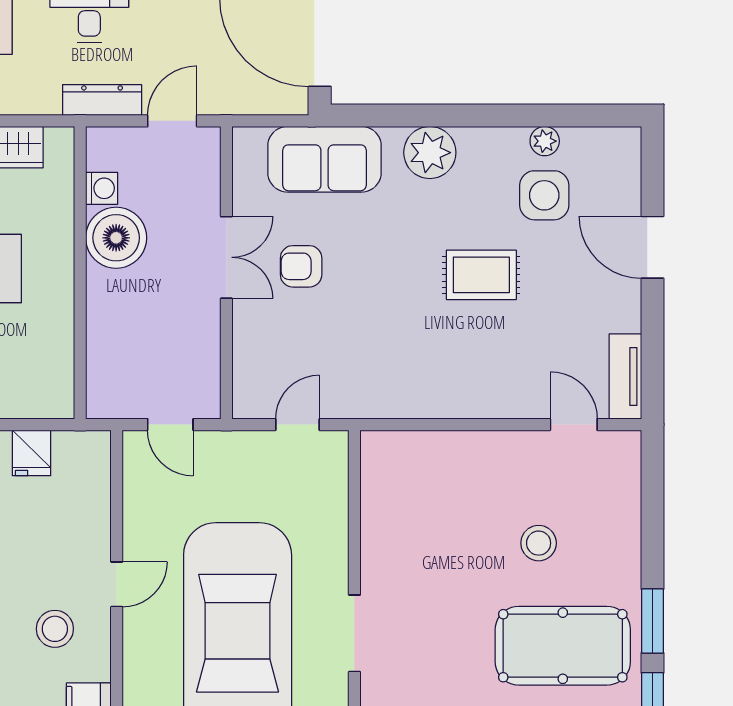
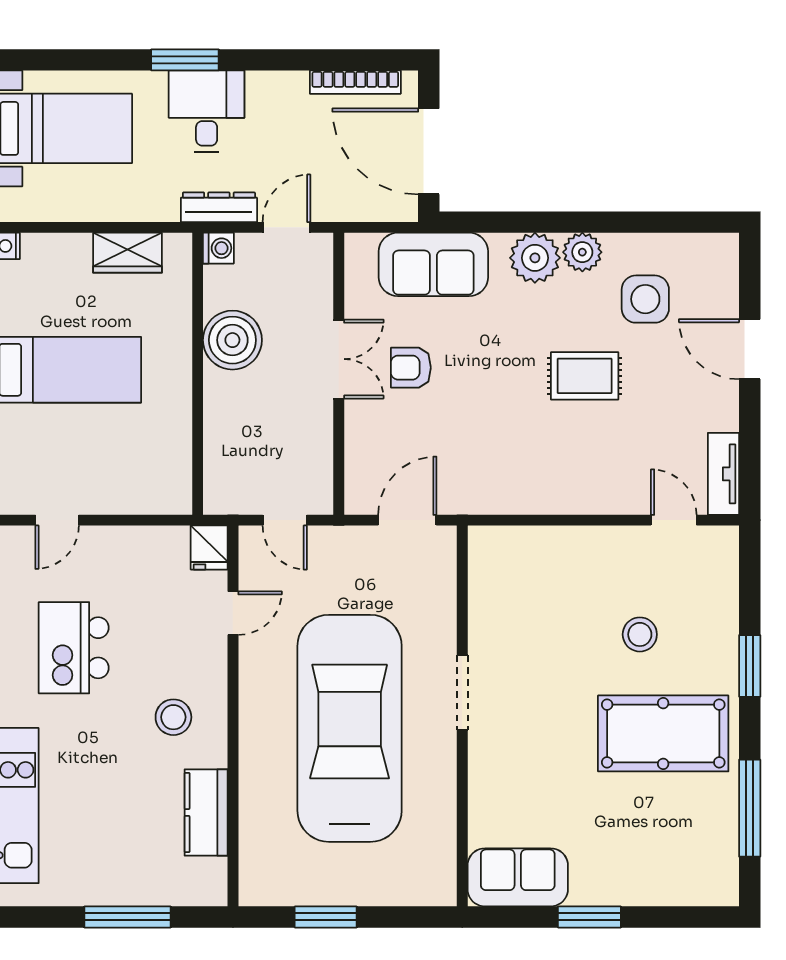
plant: (545, 141) -> (582, 252), moved, width x1.38, depth x1.38
washing machine: (102, 188) -> (218, 248), moved
door: (297, 425) -> (407, 520), width x1.38
fridge: (32, 453) -> (209, 548), moved
door: (117, 584) -> (233, 613), moved
window: (652, 621) -> (750, 666), moved
doorway: (354, 633) -> (462, 692), moved

